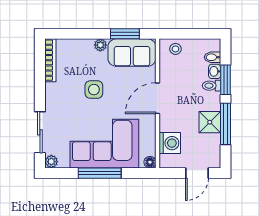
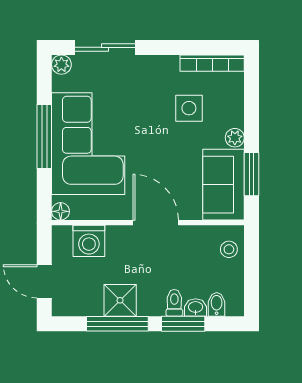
side table: (94, 90) -> (189, 108), moved

